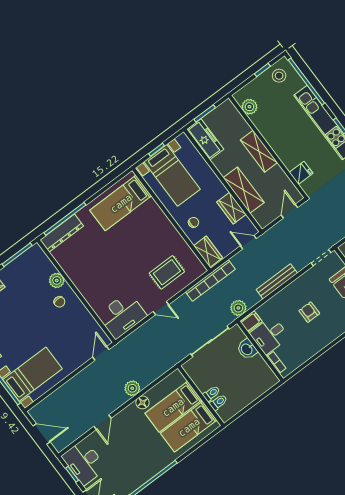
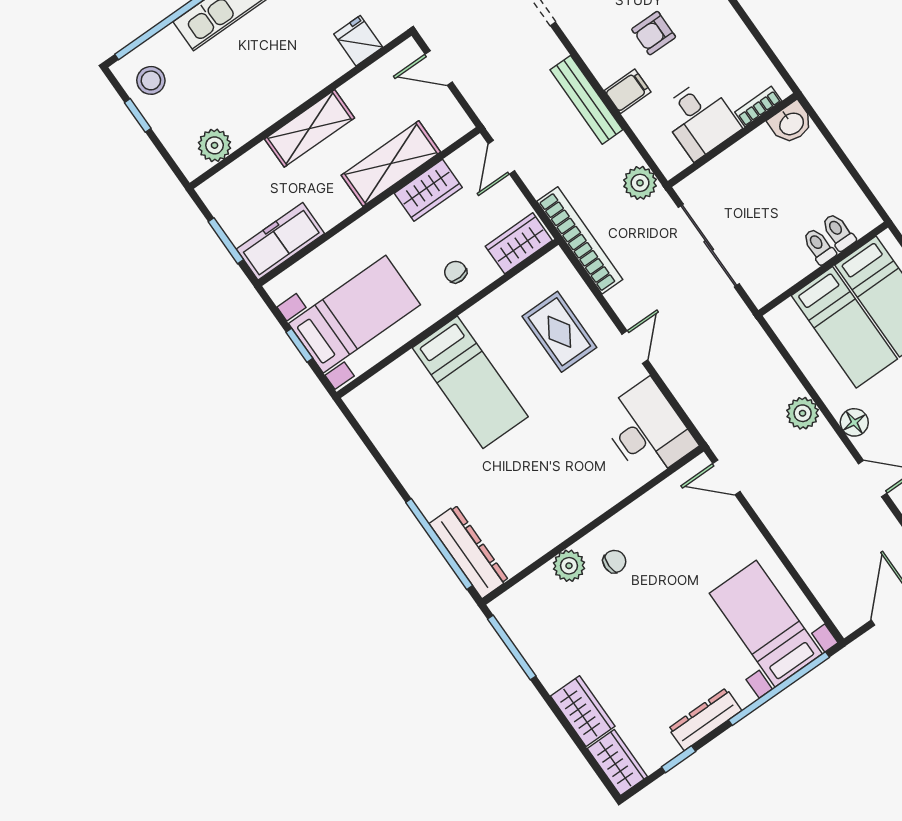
bed: (121, 203) -> (470, 382), moved
filing cabinet: (251, 322) -> (628, 91), moved, turned 90
washbasin: (247, 349) -> (791, 123), moved
floor lamp: (143, 402) -> (854, 422), moved

